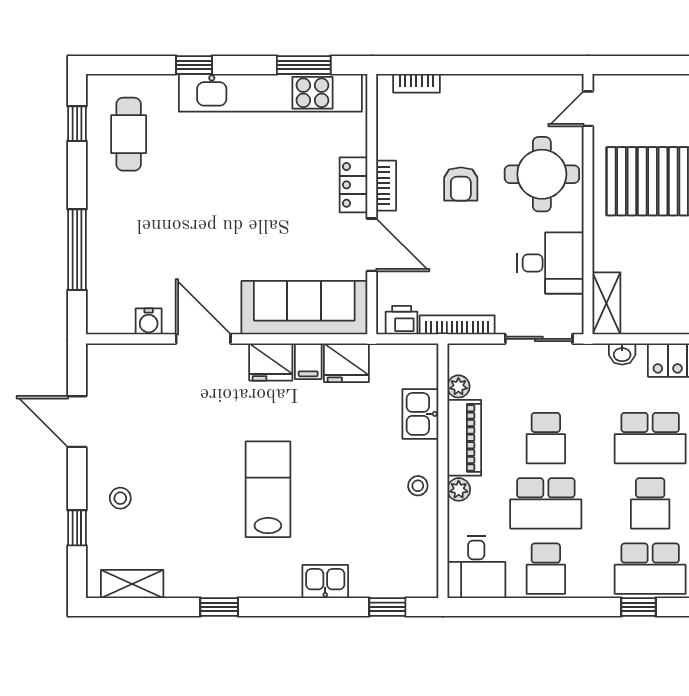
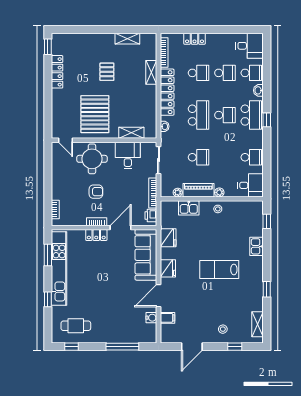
shelving: (606, 303) -> (131, 133), moved
filing cabinet: (308, 361) -> (168, 318), moved
school desk: (546, 503) -> (225, 157), removed

